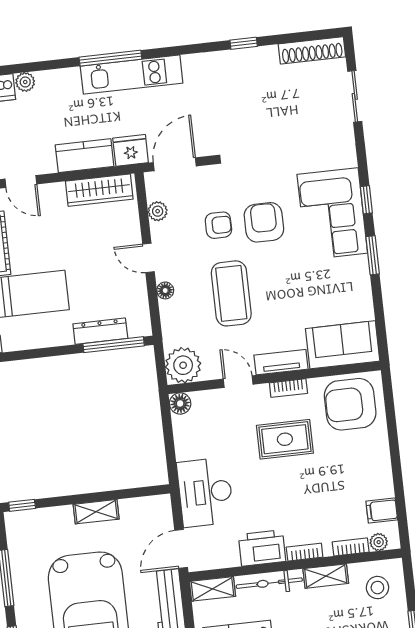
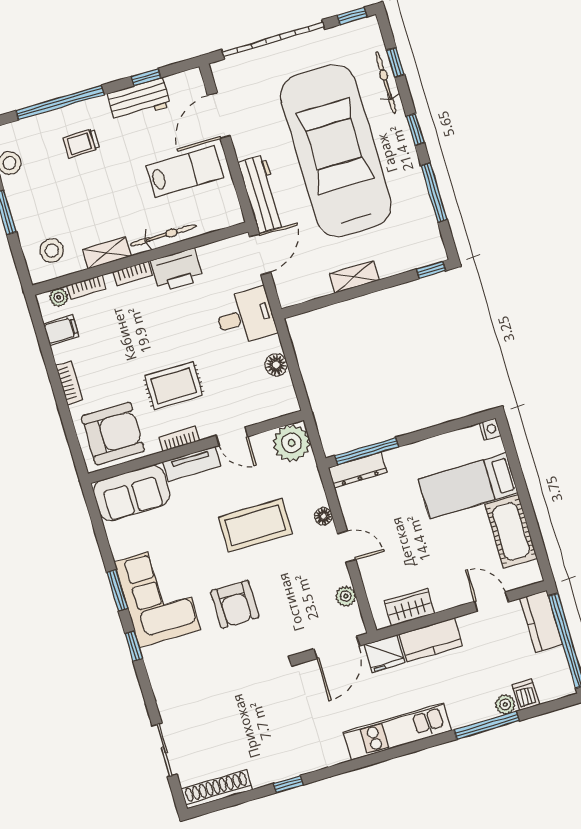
window: (110, 58) -> (487, 725), moved
wardrobe: (99, 190) -> (409, 607), width x0.67
corner sofa: (332, 214) -> (157, 596), moved
armchair: (218, 225) -> (281, 593), removed
coffee table: (231, 293) -> (255, 525), turned 90
dresser: (100, 331) -> (358, 470), moved
floor lamp: (180, 403) -> (276, 365), moved
bookcase: (383, 460) -> (69, 383), added
desk: (205, 492) -> (245, 317), width x0.73
shelving: (212, 589) -> (221, 219), removed

